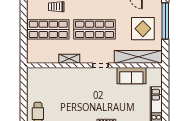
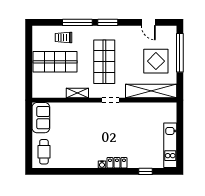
shop shelf: (94, 29) -> (104, 62), turned 90
sofa: (131, 76) -> (41, 118), moved, turned -90

